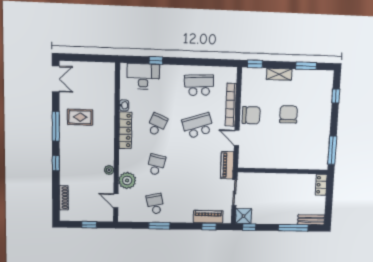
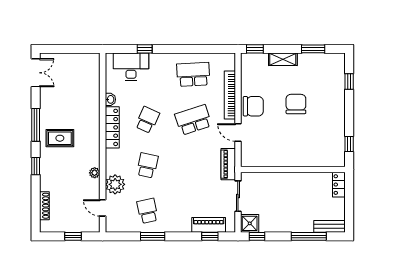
rug: (80, 117) -> (60, 138), moved
window: (332, 150) -> (349, 144), width x0.46

